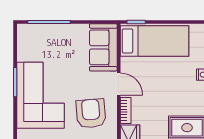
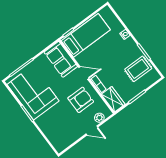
corner sofa: (40, 95) -> (33, 93), moved
armchair: (91, 113) -> (81, 100), turned 95

